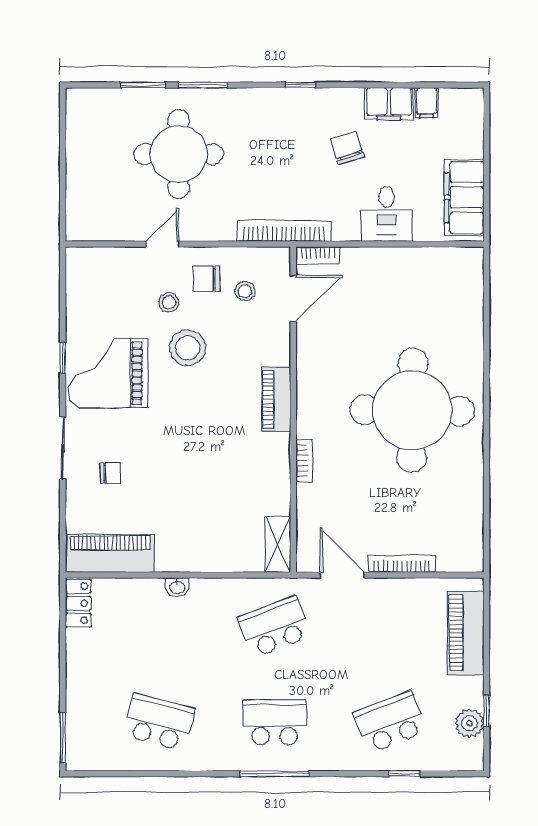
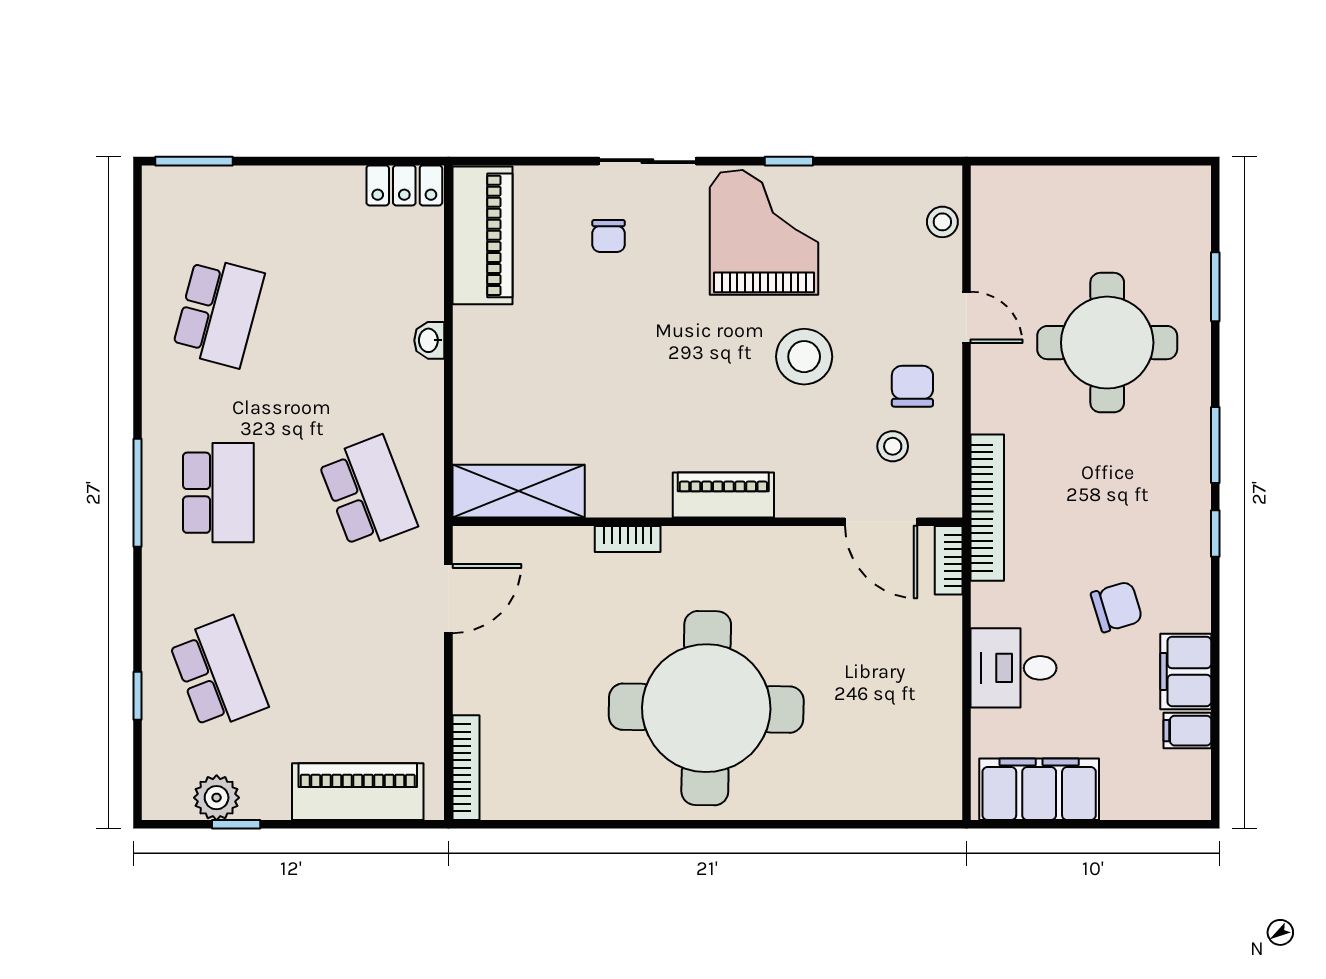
window: (203, 85) -> (1215, 445), moved
stool: (169, 302) -> (942, 222), moved
shelving: (278, 544) -> (519, 491), width x1.50, depth x1.33
bookcase: (402, 564) -> (466, 768), moved

